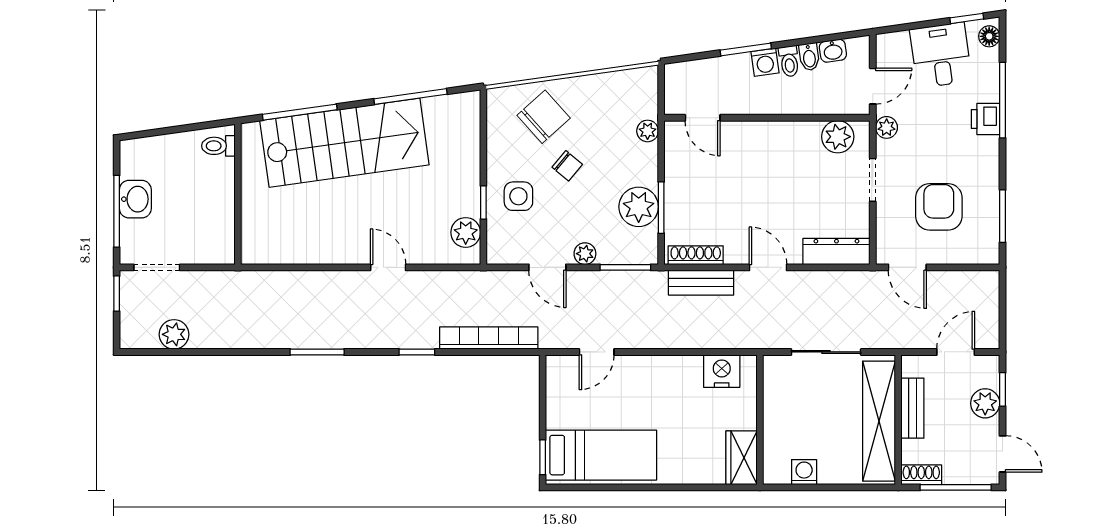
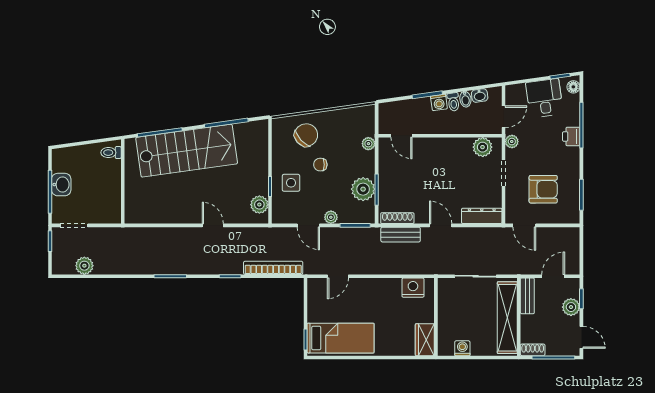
chair: (567, 166) -> (320, 165), turned 140
armchair: (939, 207) -> (543, 189), turned 90
bench: (912, 408) -> (527, 296), moved

